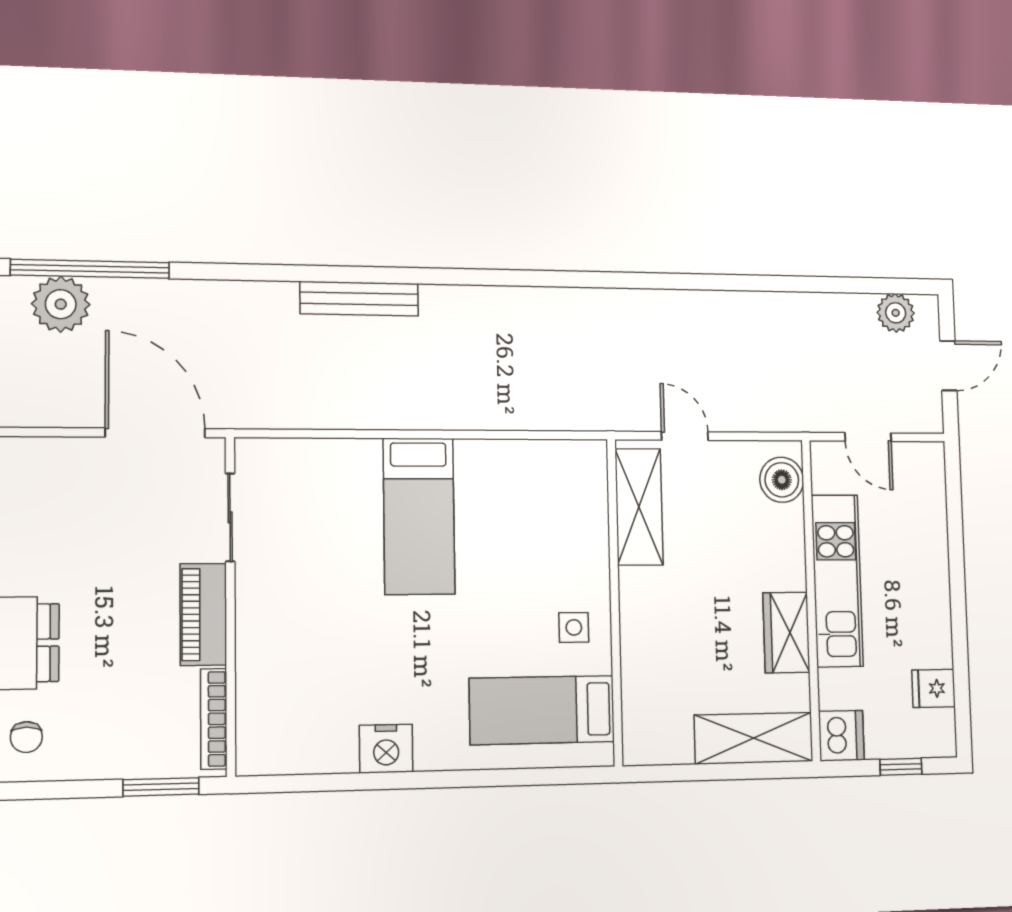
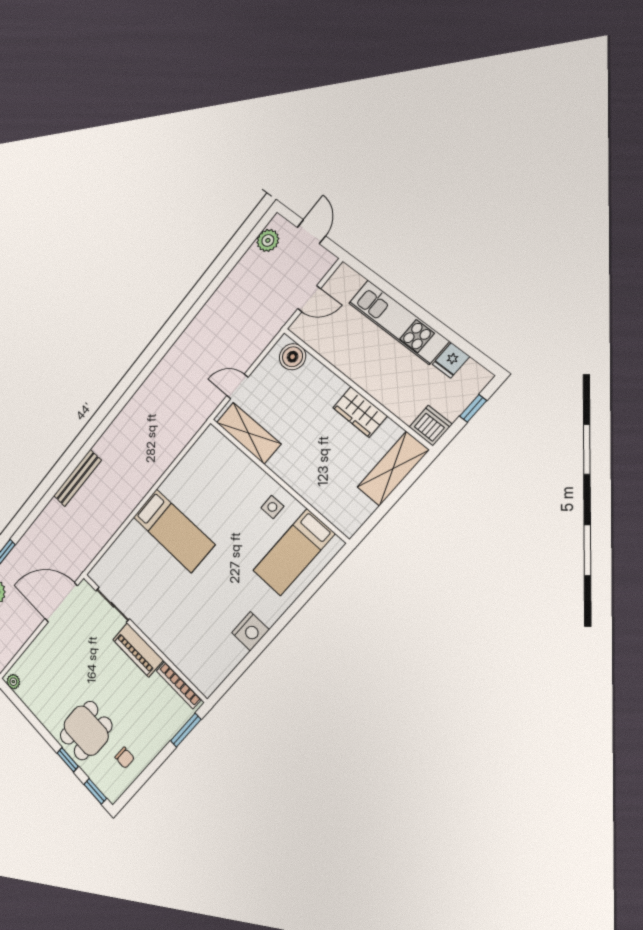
kitchen unit: (837, 581) -> (398, 322), moved, turned 180

